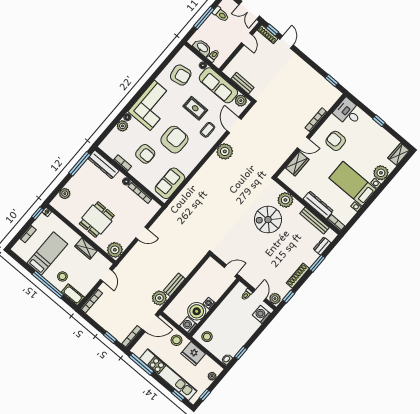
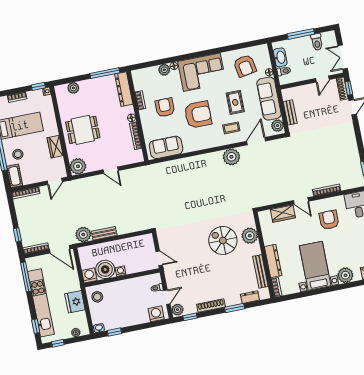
armchair: (145, 154) -> (165, 107), turned 180
stool: (177, 340) -> (70, 280), removed

